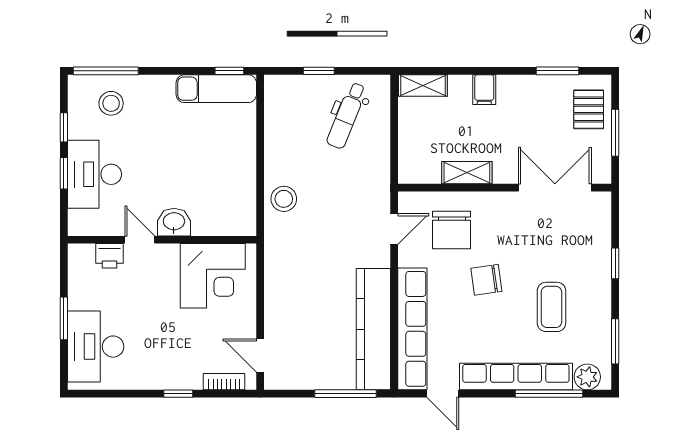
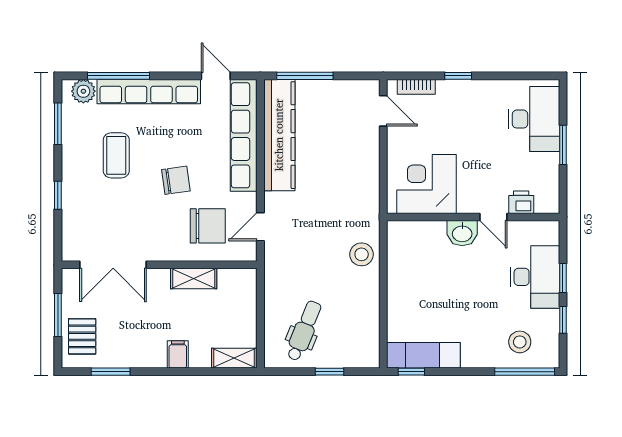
chair: (452, 230) -> (208, 226), turned 90

